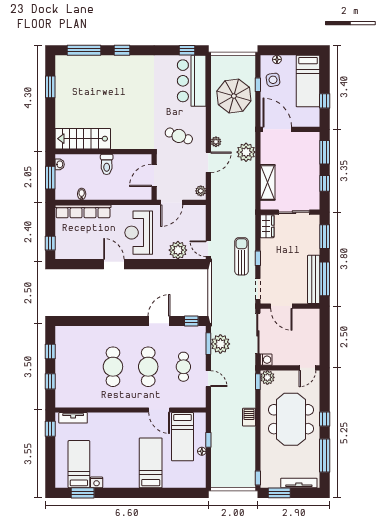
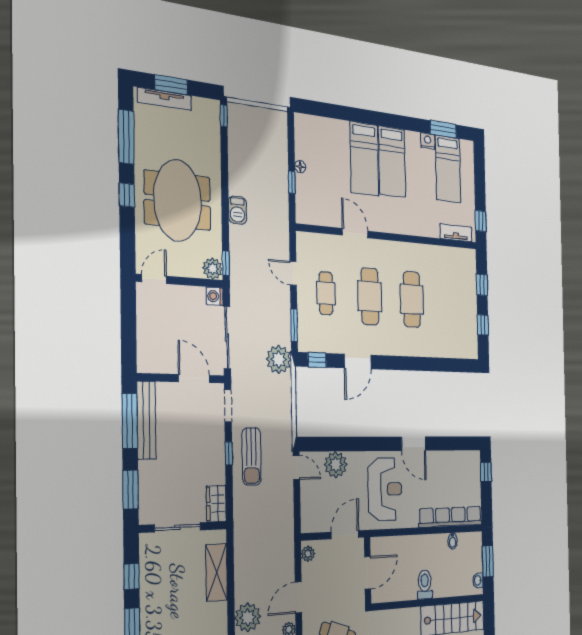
plant: (220, 344) -> (279, 359), moved
bed: (183, 437) -> (392, 162), moved, turned 180
window: (279, 493) -> (171, 85), moved

